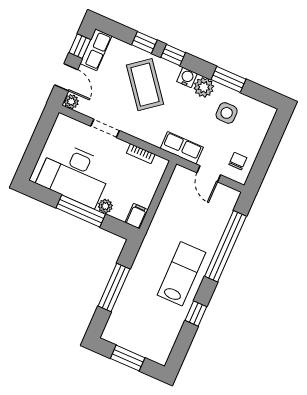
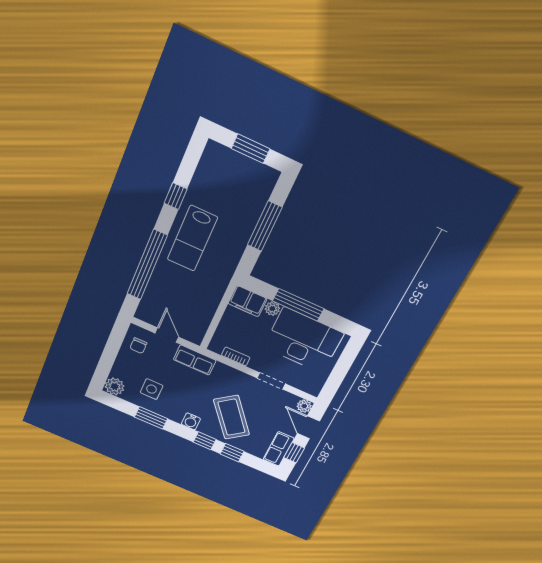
plant: (204, 87) -> (115, 386), moved
filing cabinet: (137, 216) -> (248, 301), width x2.00

